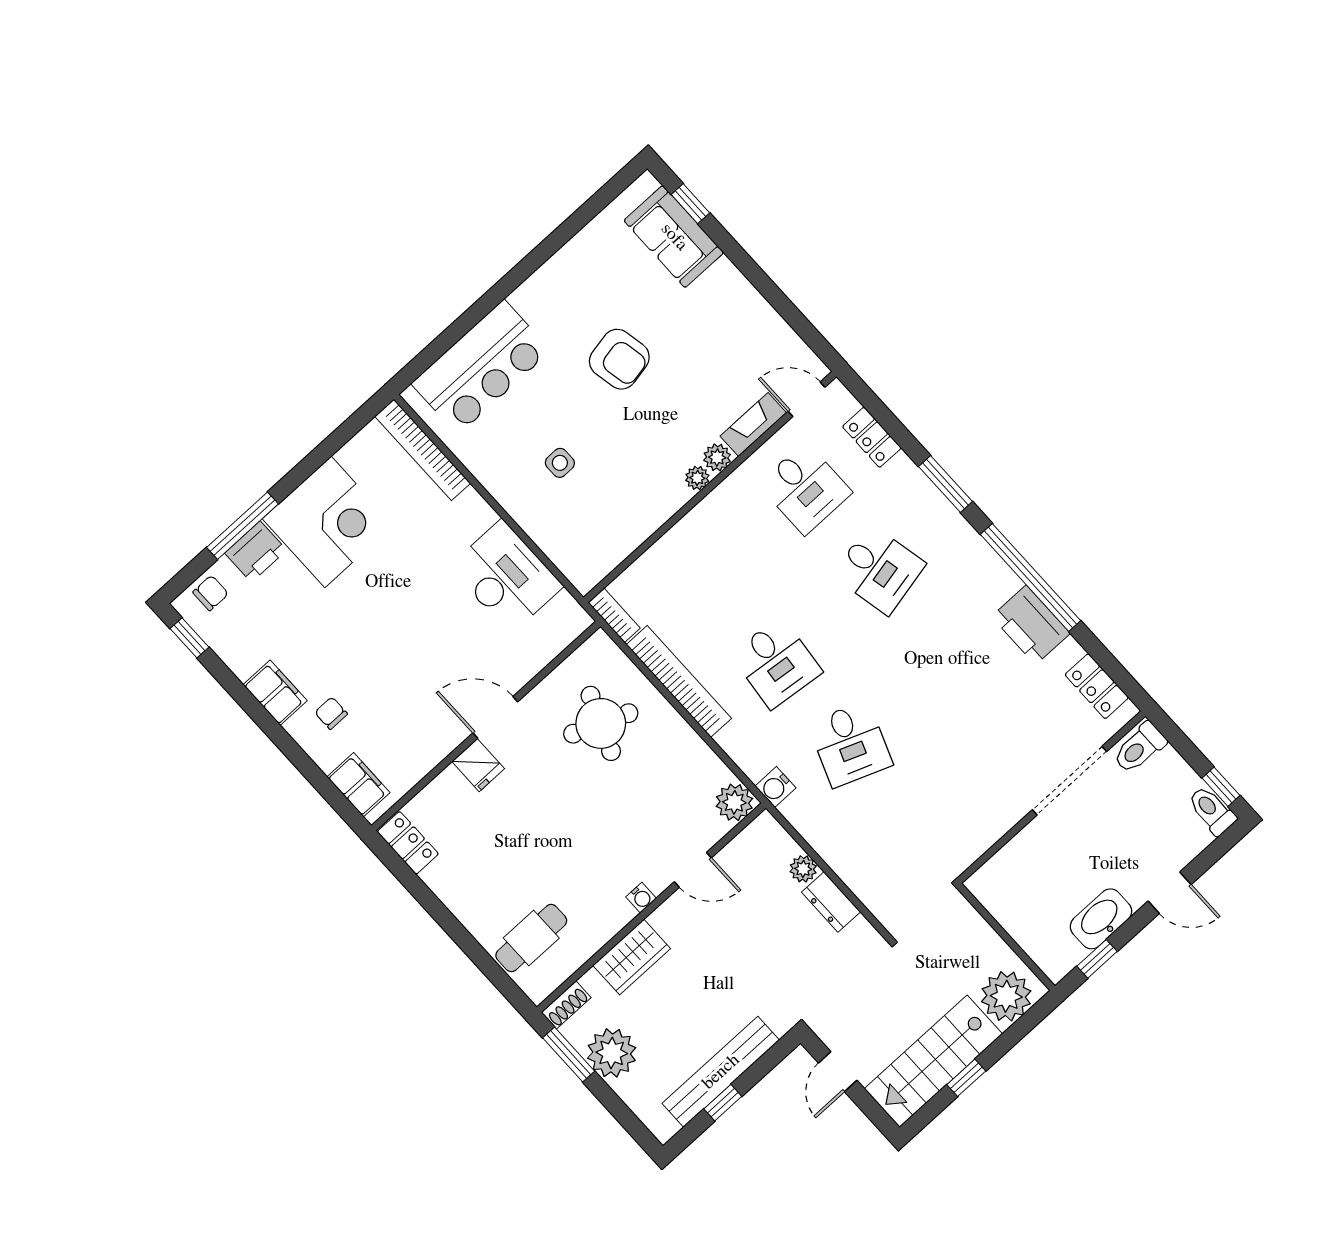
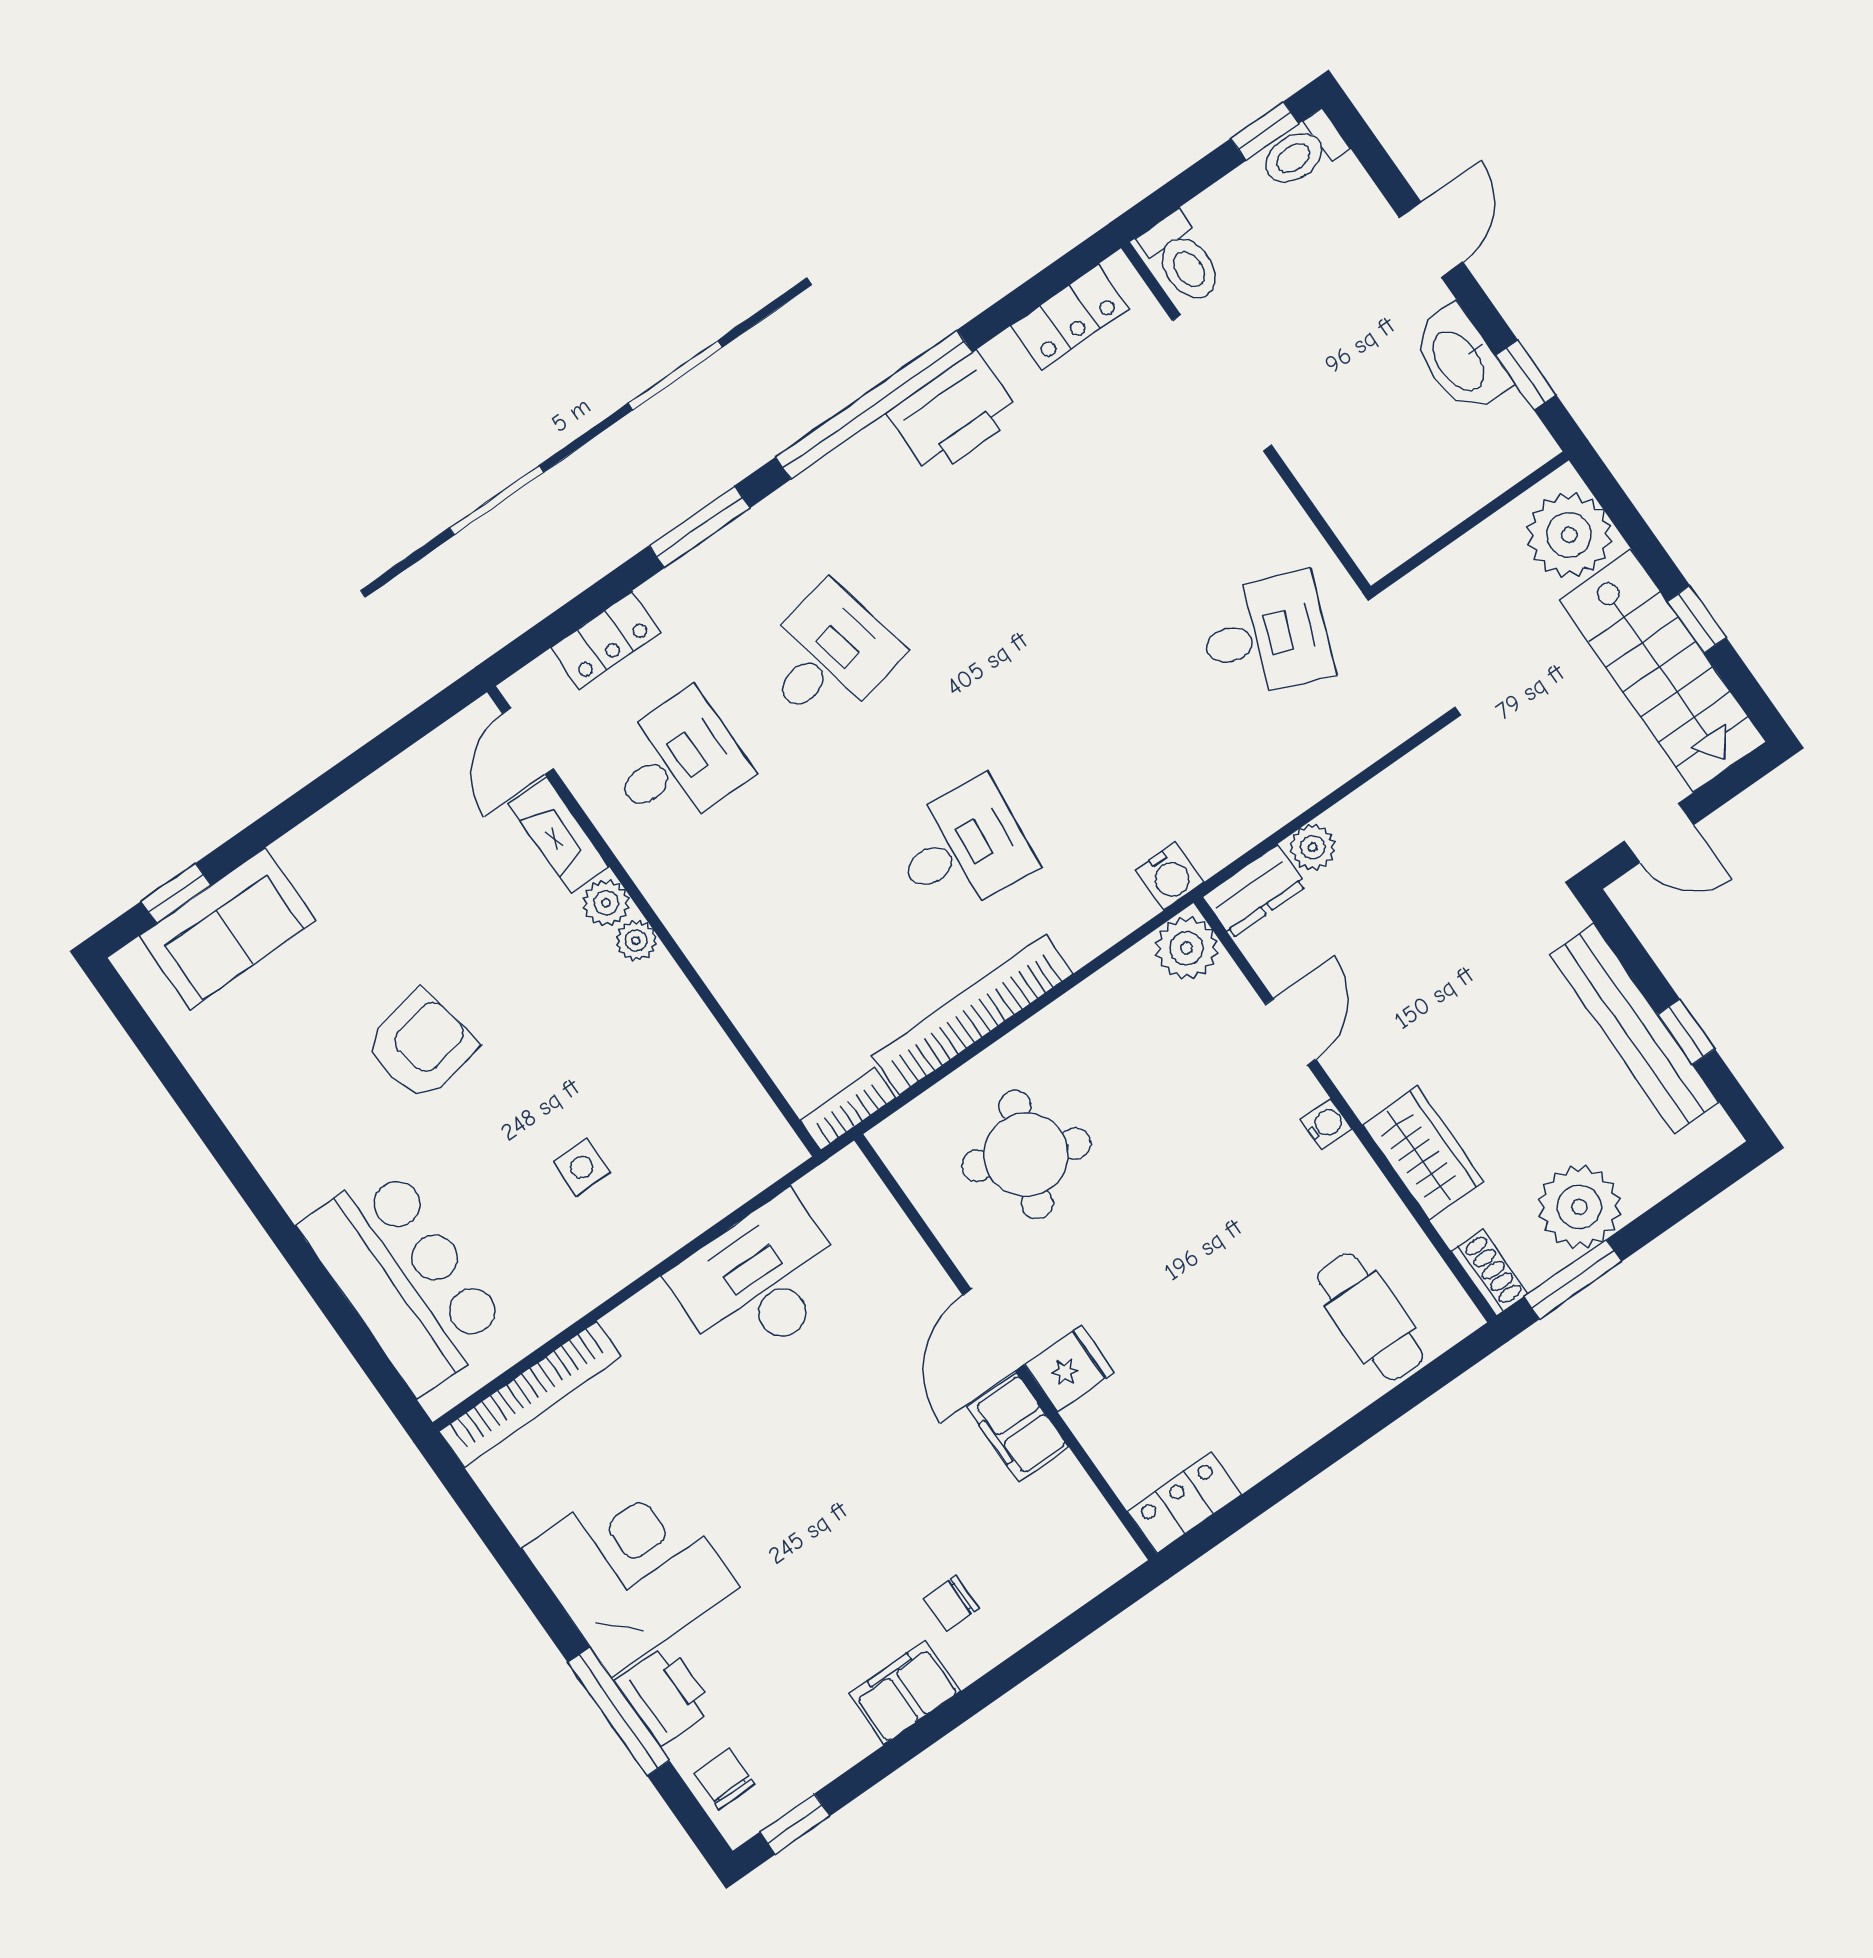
desk: (850, 744) -> (1266, 636), moved
filing cabinet: (358, 785) -> (1018, 1427), moved, turned -90
dresser: (831, 902) -> (1255, 891), moved

